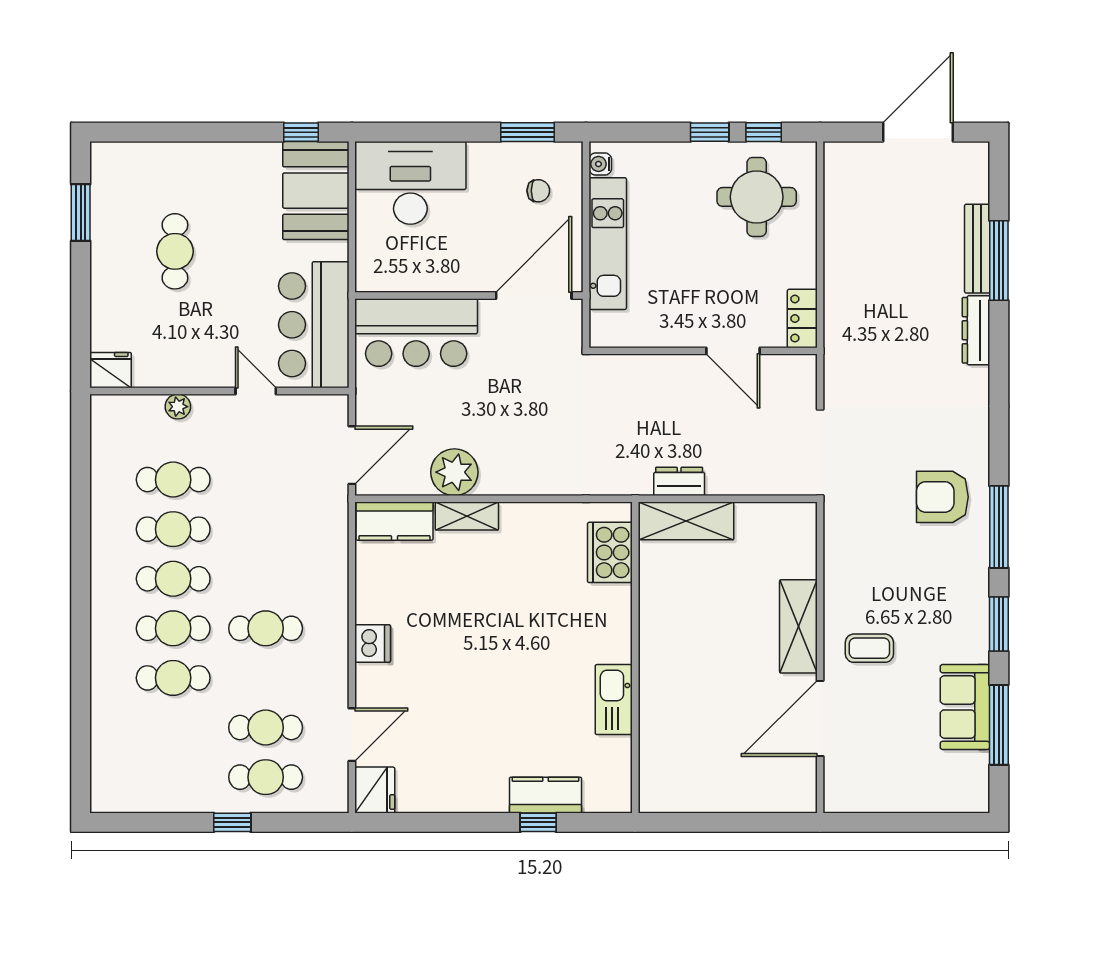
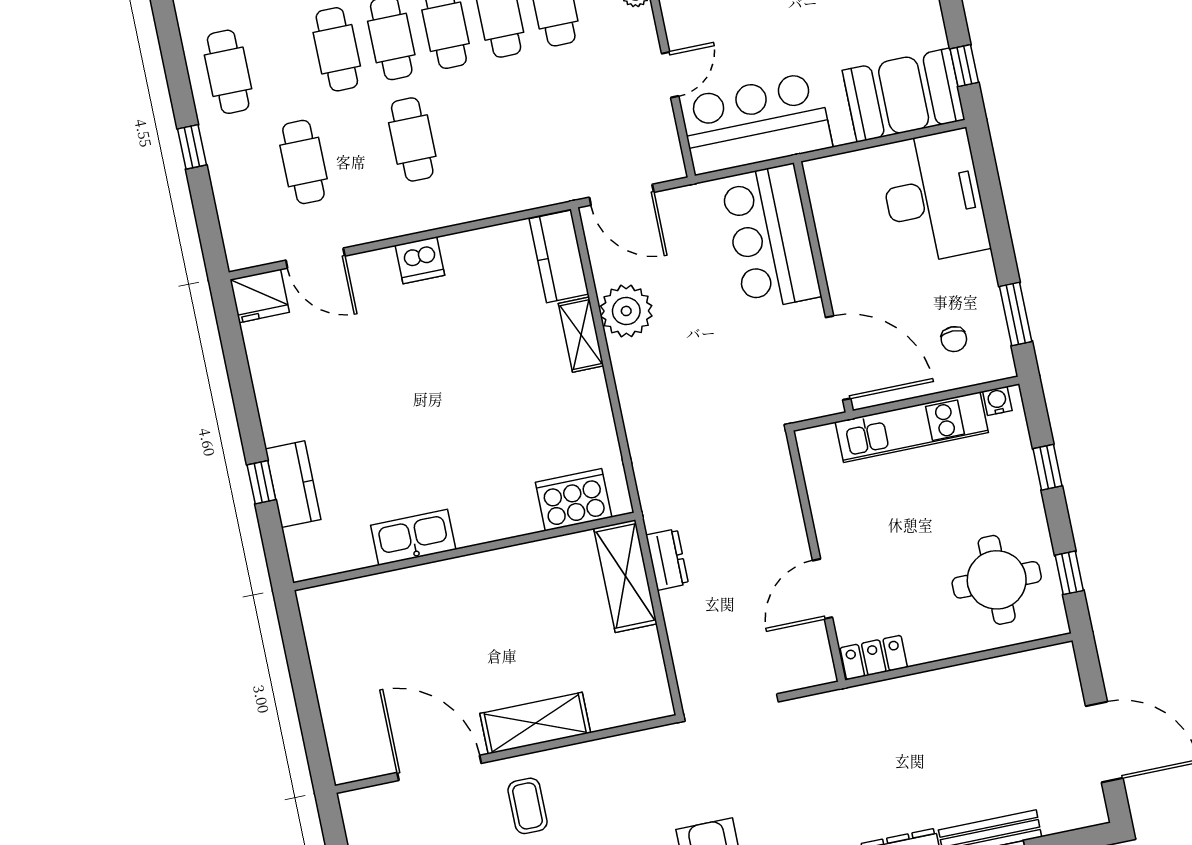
window: (710, 132) -> (1047, 467), moved
cafe table: (266, 777) -> (228, 72), moved

